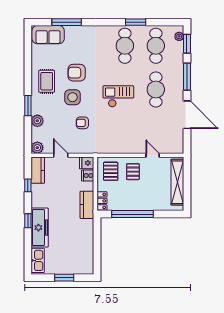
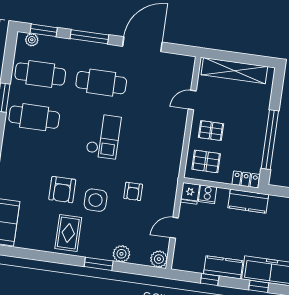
rug: (47, 81) -> (68, 233), turned 90
checkout: (118, 96) -> (103, 136), turned 180
kitchen counter: (38, 170) -> (223, 267), moved

